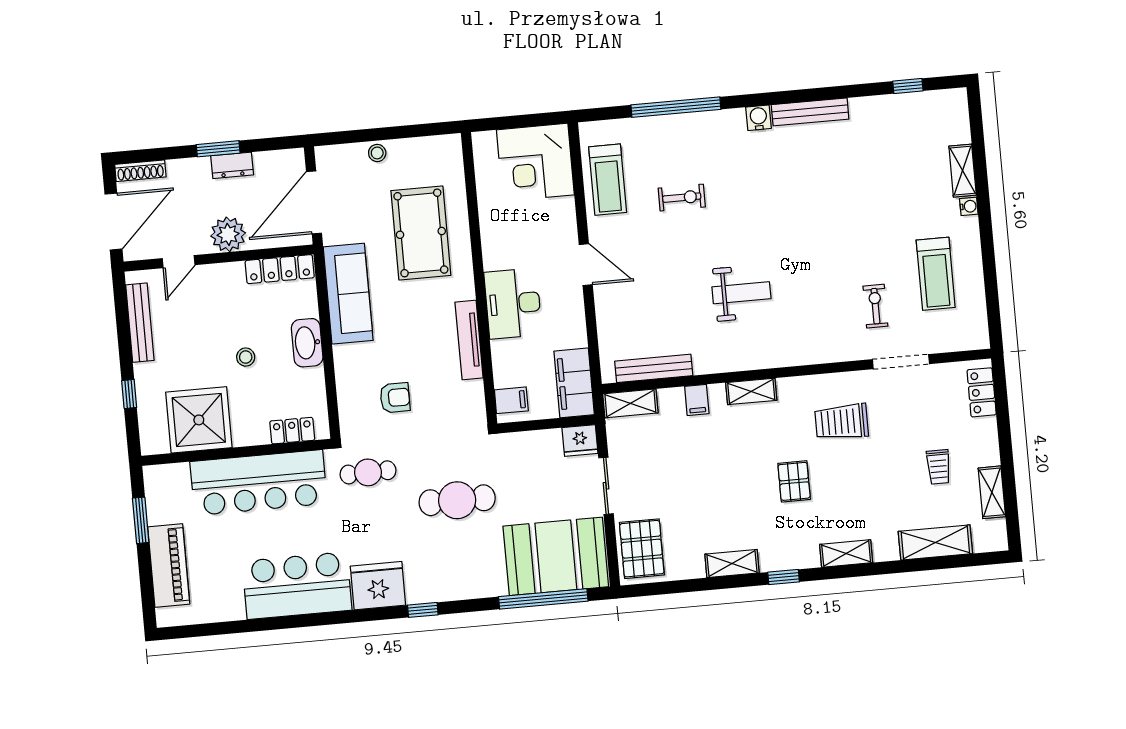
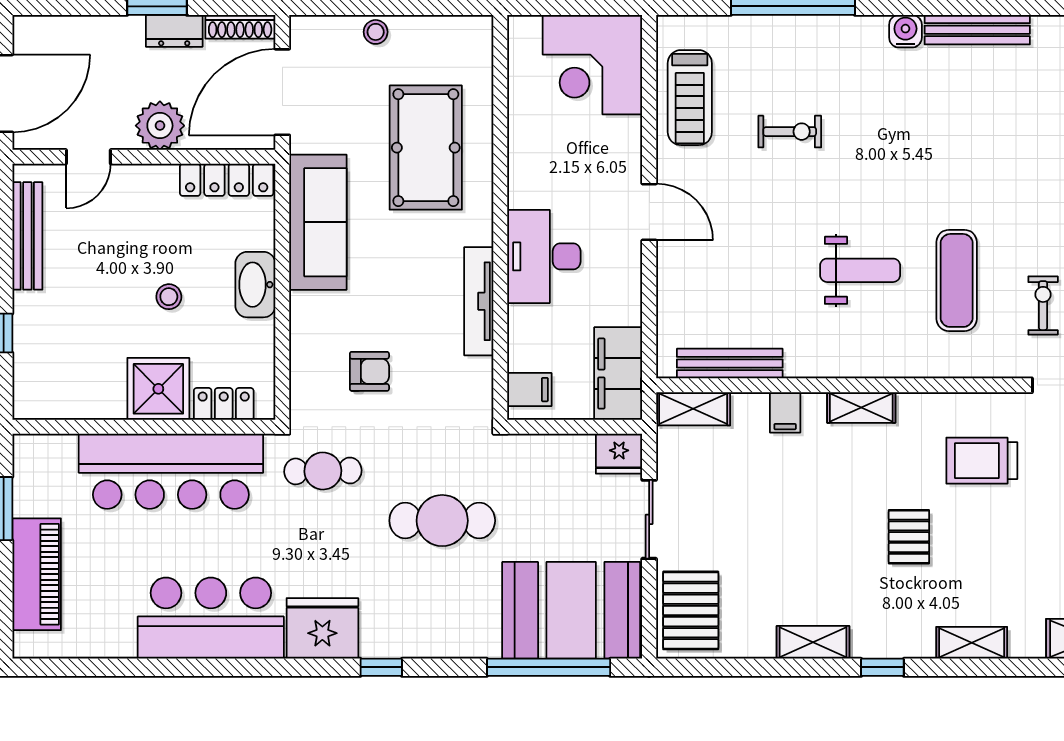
shoe rack: (140, 171) -> (240, 27), moved
exercise mat: (812, 294) -> (957, 280), added
shower: (199, 420) -> (158, 389), moved, width x0.73, depth x0.73

